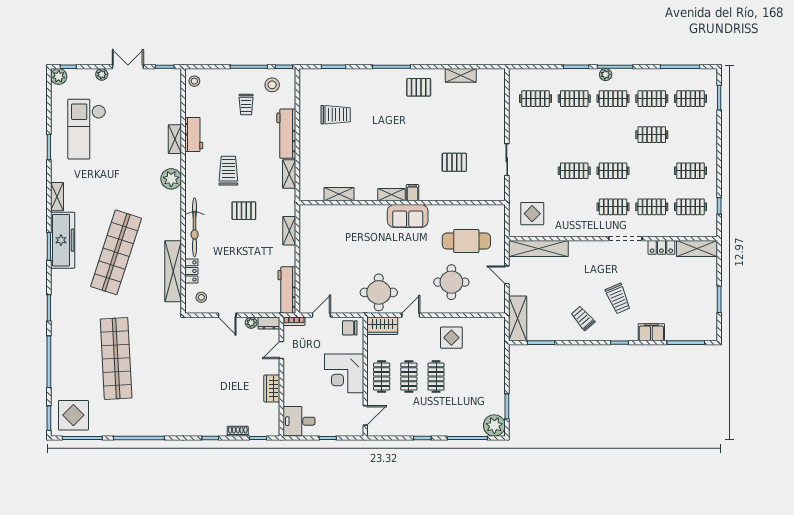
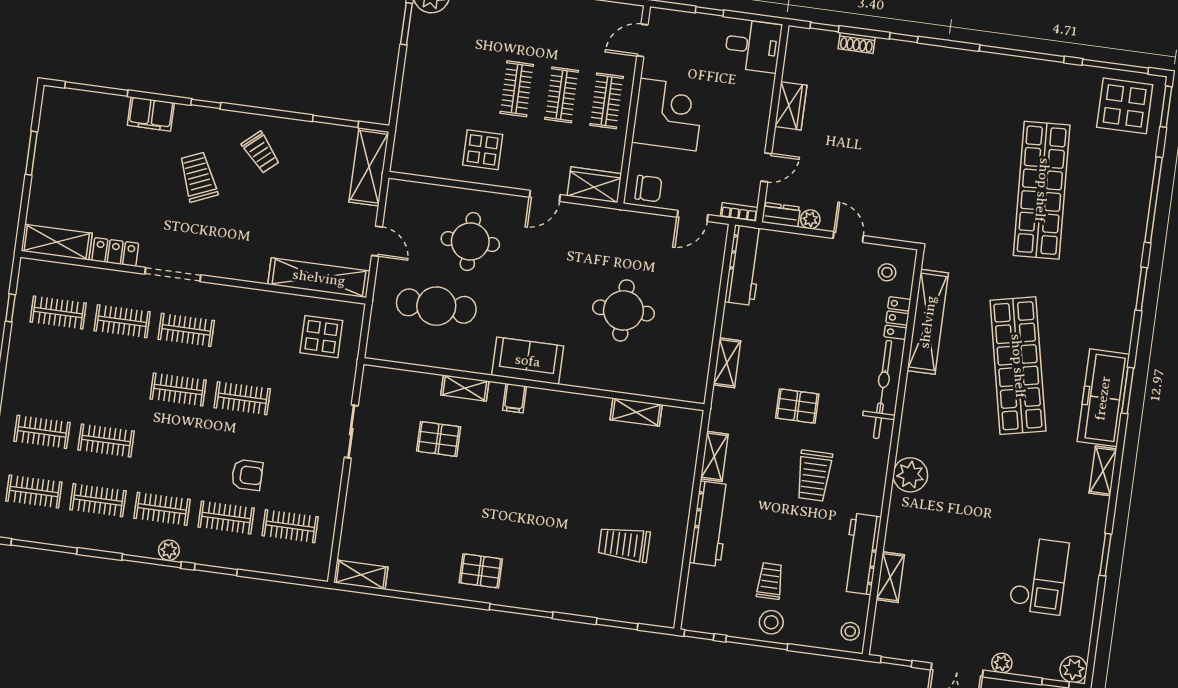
shelving: (461, 75) -> (361, 575), moved
stool: (272, 85) -> (771, 622), moved
armchair: (565, 126) -> (247, 475), added
checkout: (87, 129) -> (1039, 576), width x0.73, depth x0.83
workbench: (194, 134) -> (862, 554), width x1.38
shelving: (175, 139) -> (890, 577), moved
clothes rail: (690, 171) -> (42, 432), moved
shelving: (392, 195) -> (465, 388), moved
shop shelf: (116, 252) -> (1018, 366), turned -30
round table: (379, 292) -> (623, 310), moved

